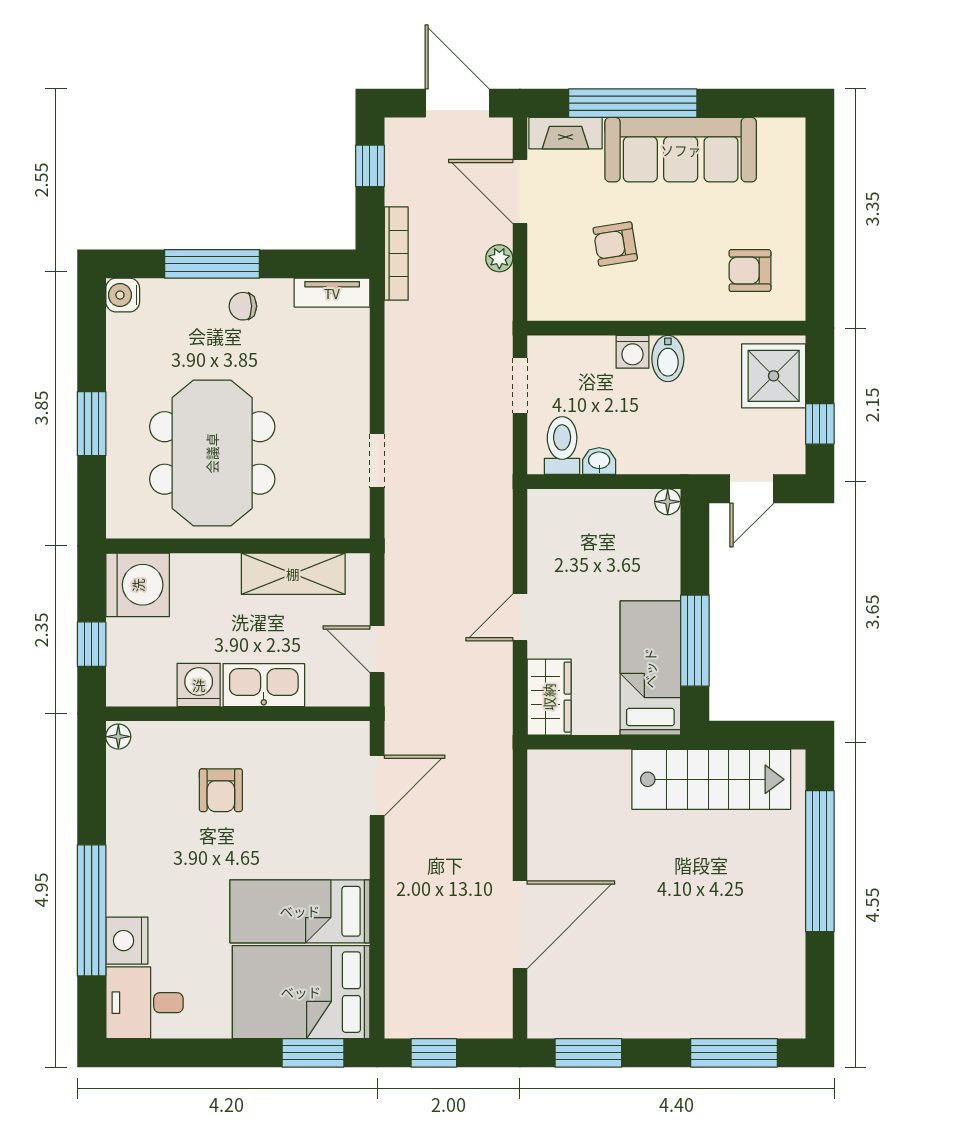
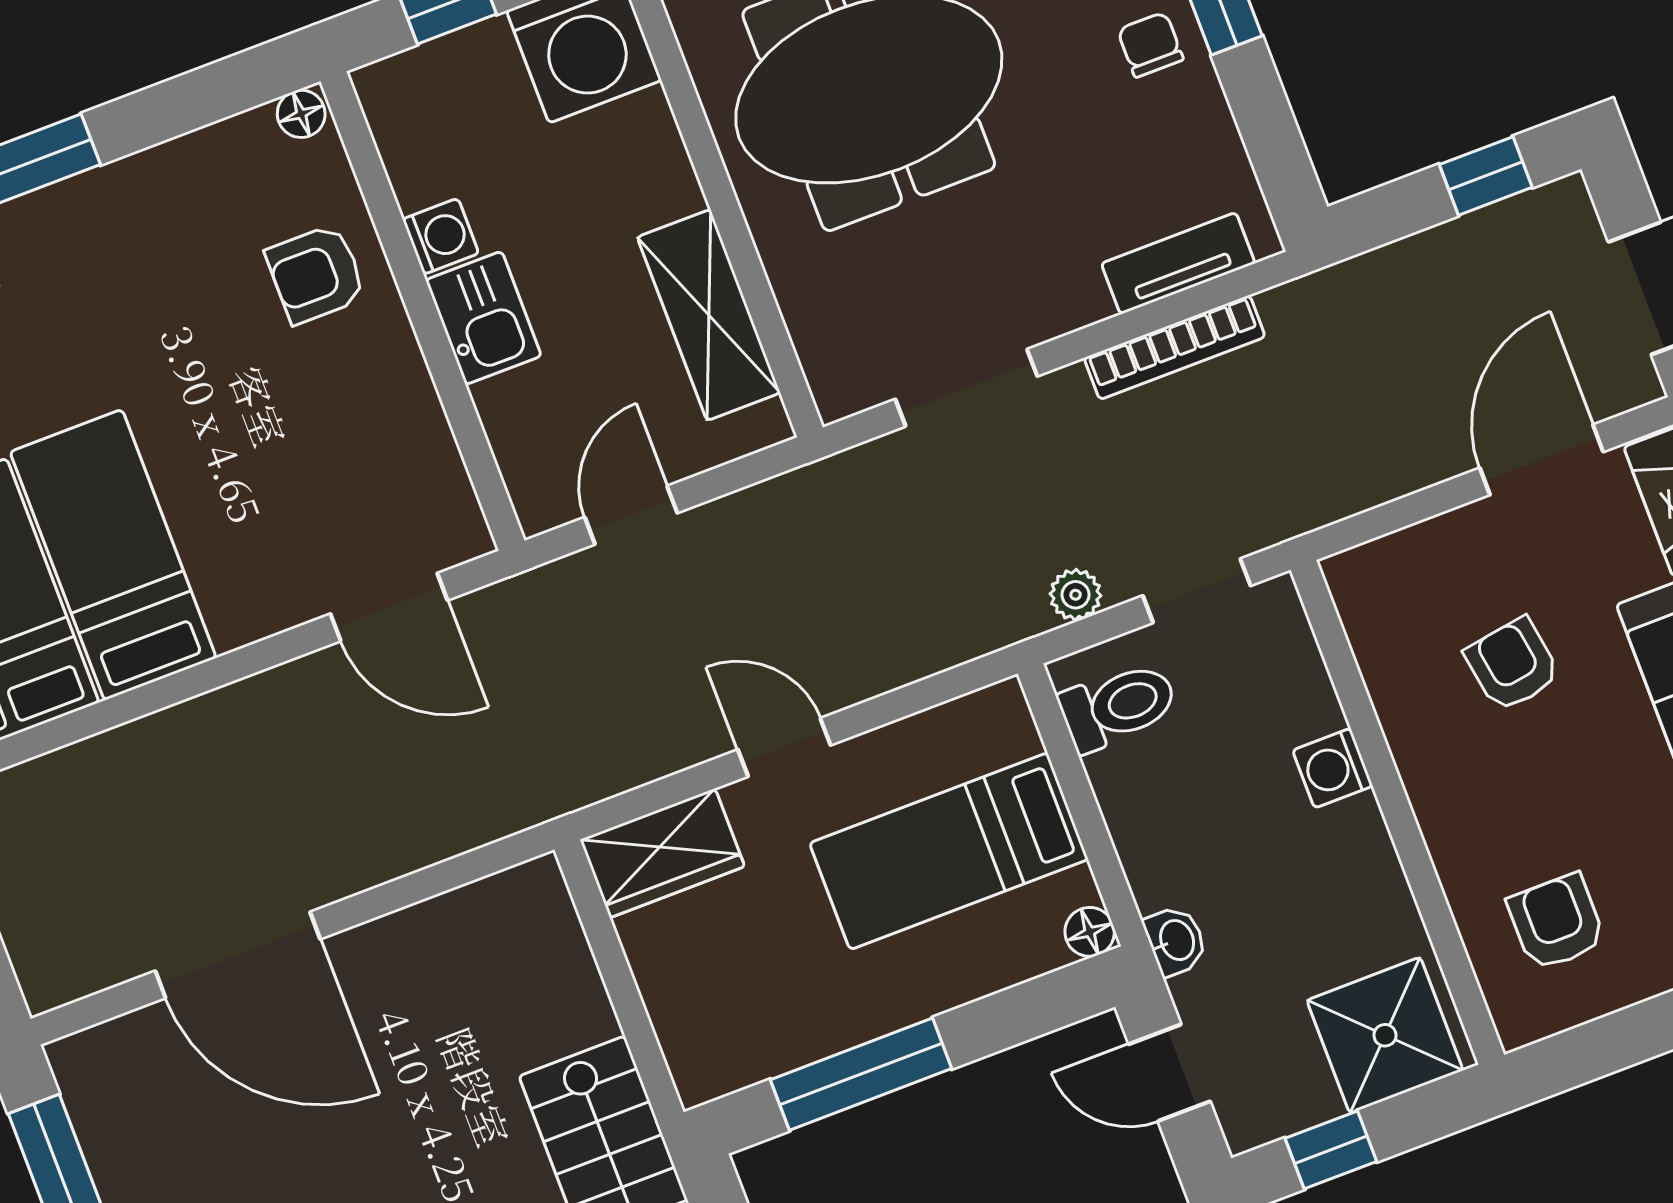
bookcase: (396, 254) -> (1175, 347), moved
plant: (499, 258) -> (1076, 595), moved
tv unit: (332, 293) -> (1178, 263), moved, turned 90
bidet: (668, 358) -> (1344, 836), removed
doorway: (377, 461) -> (966, 388), width x1.38
washbasin: (599, 461) -> (1176, 941), moved
bed: (650, 668) -> (949, 851), moved, turned 180
washing machine: (199, 685) -> (441, 236), width x0.73, depth x0.73
kitchen sink: (264, 685) -> (483, 318), width x0.73
armchair: (221, 790) -> (316, 274), moved

